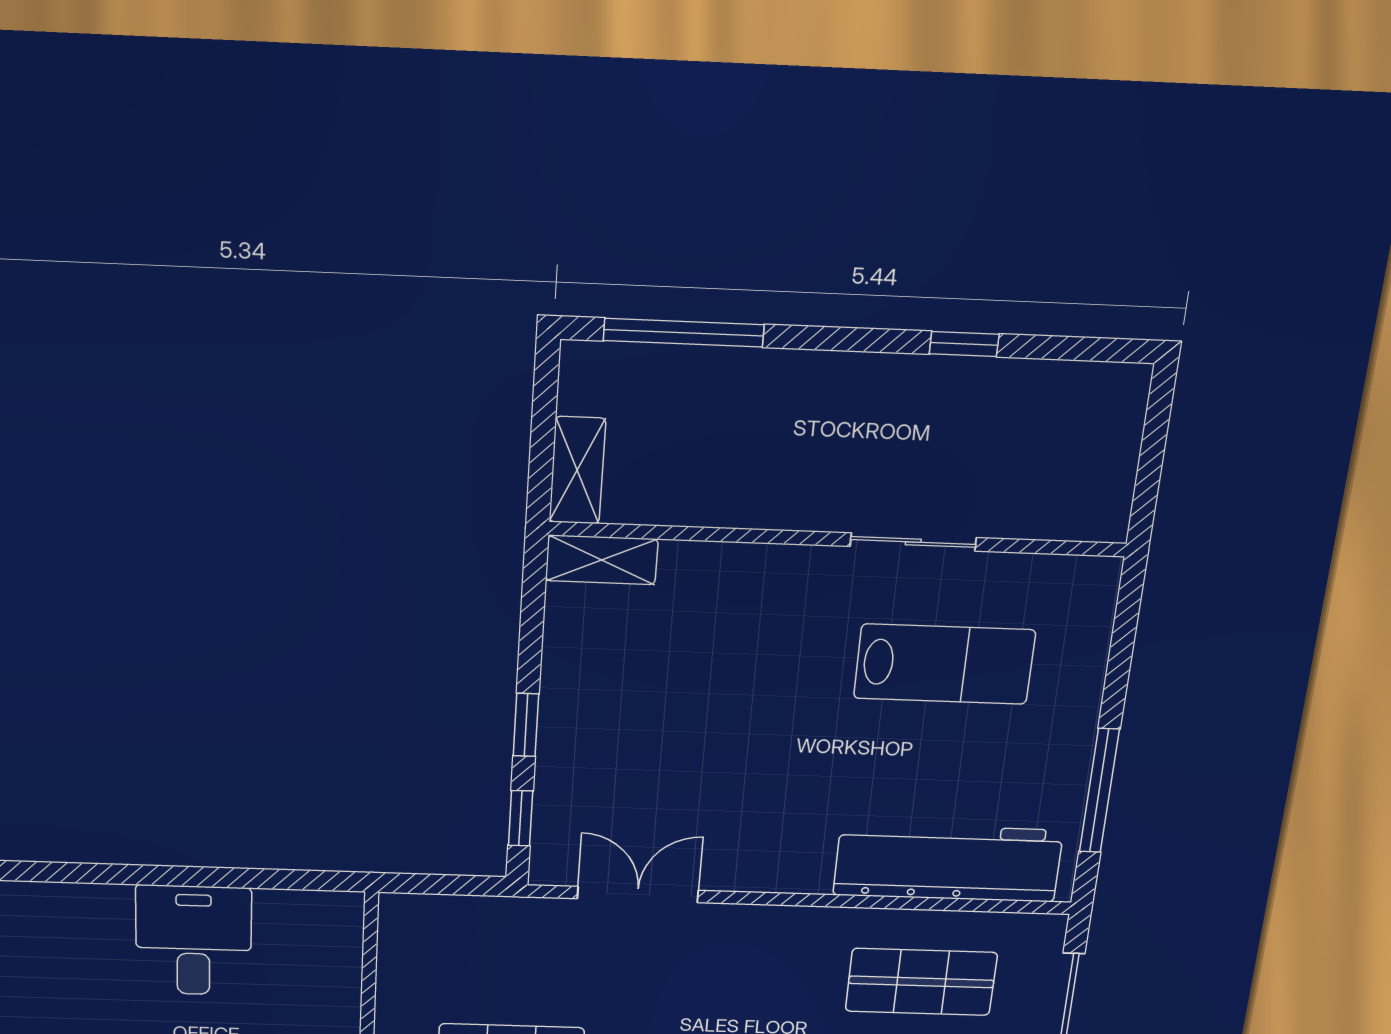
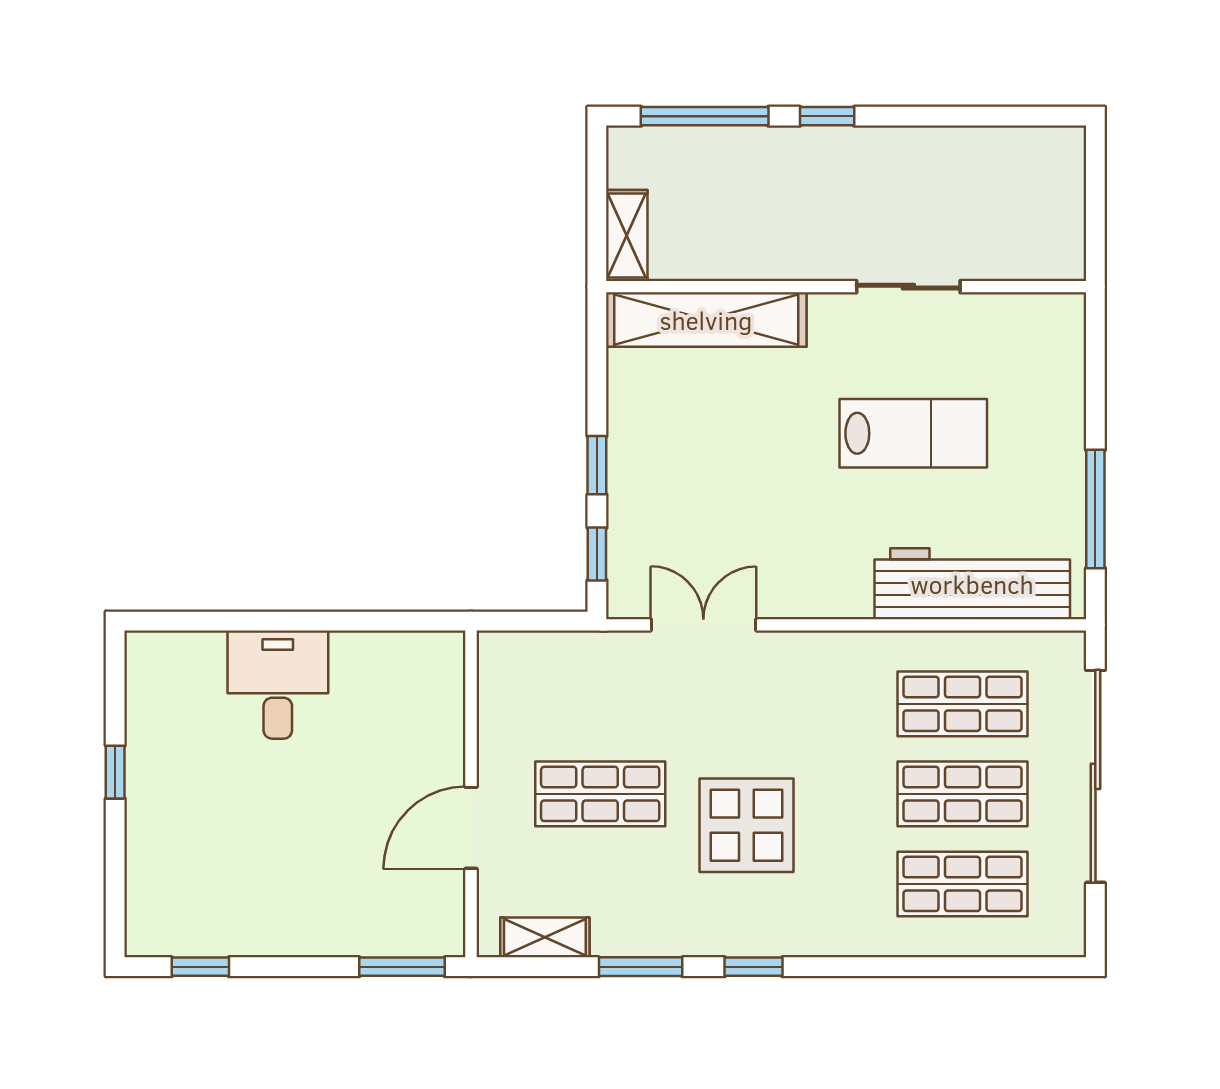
window: (964, 344) -> (827, 116), moved
shelving: (602, 560) -> (706, 320), width x2.20, depth x1.33
lab bench: (944, 664) -> (913, 433), moved
desk: (194, 941) -> (278, 685), moved

